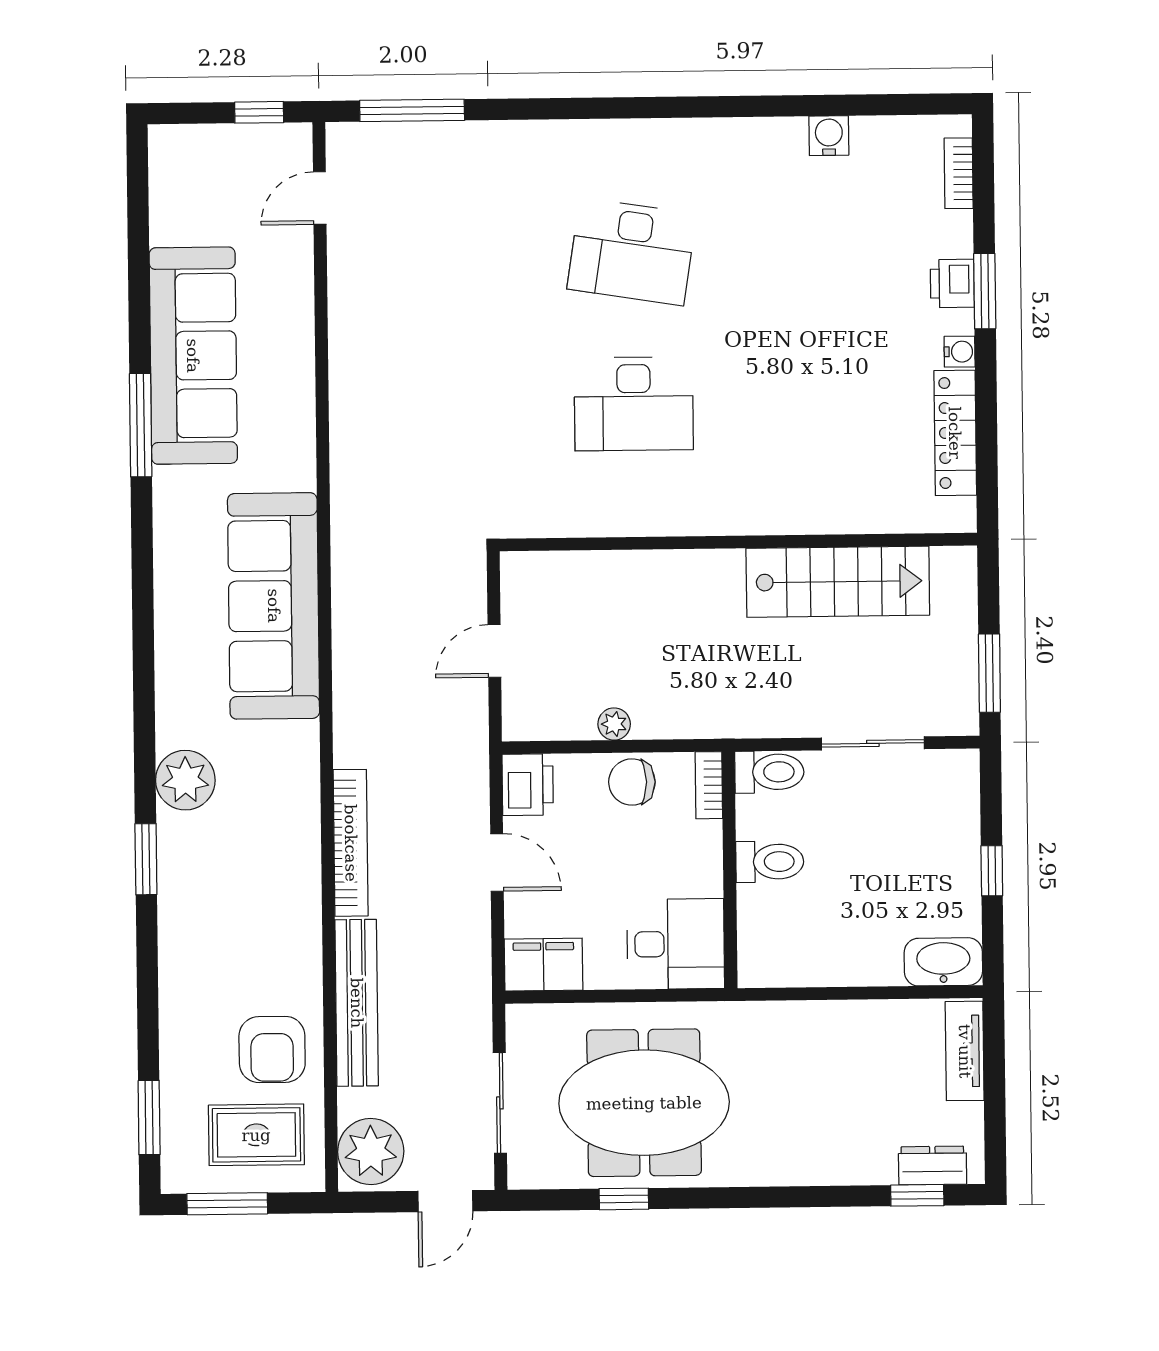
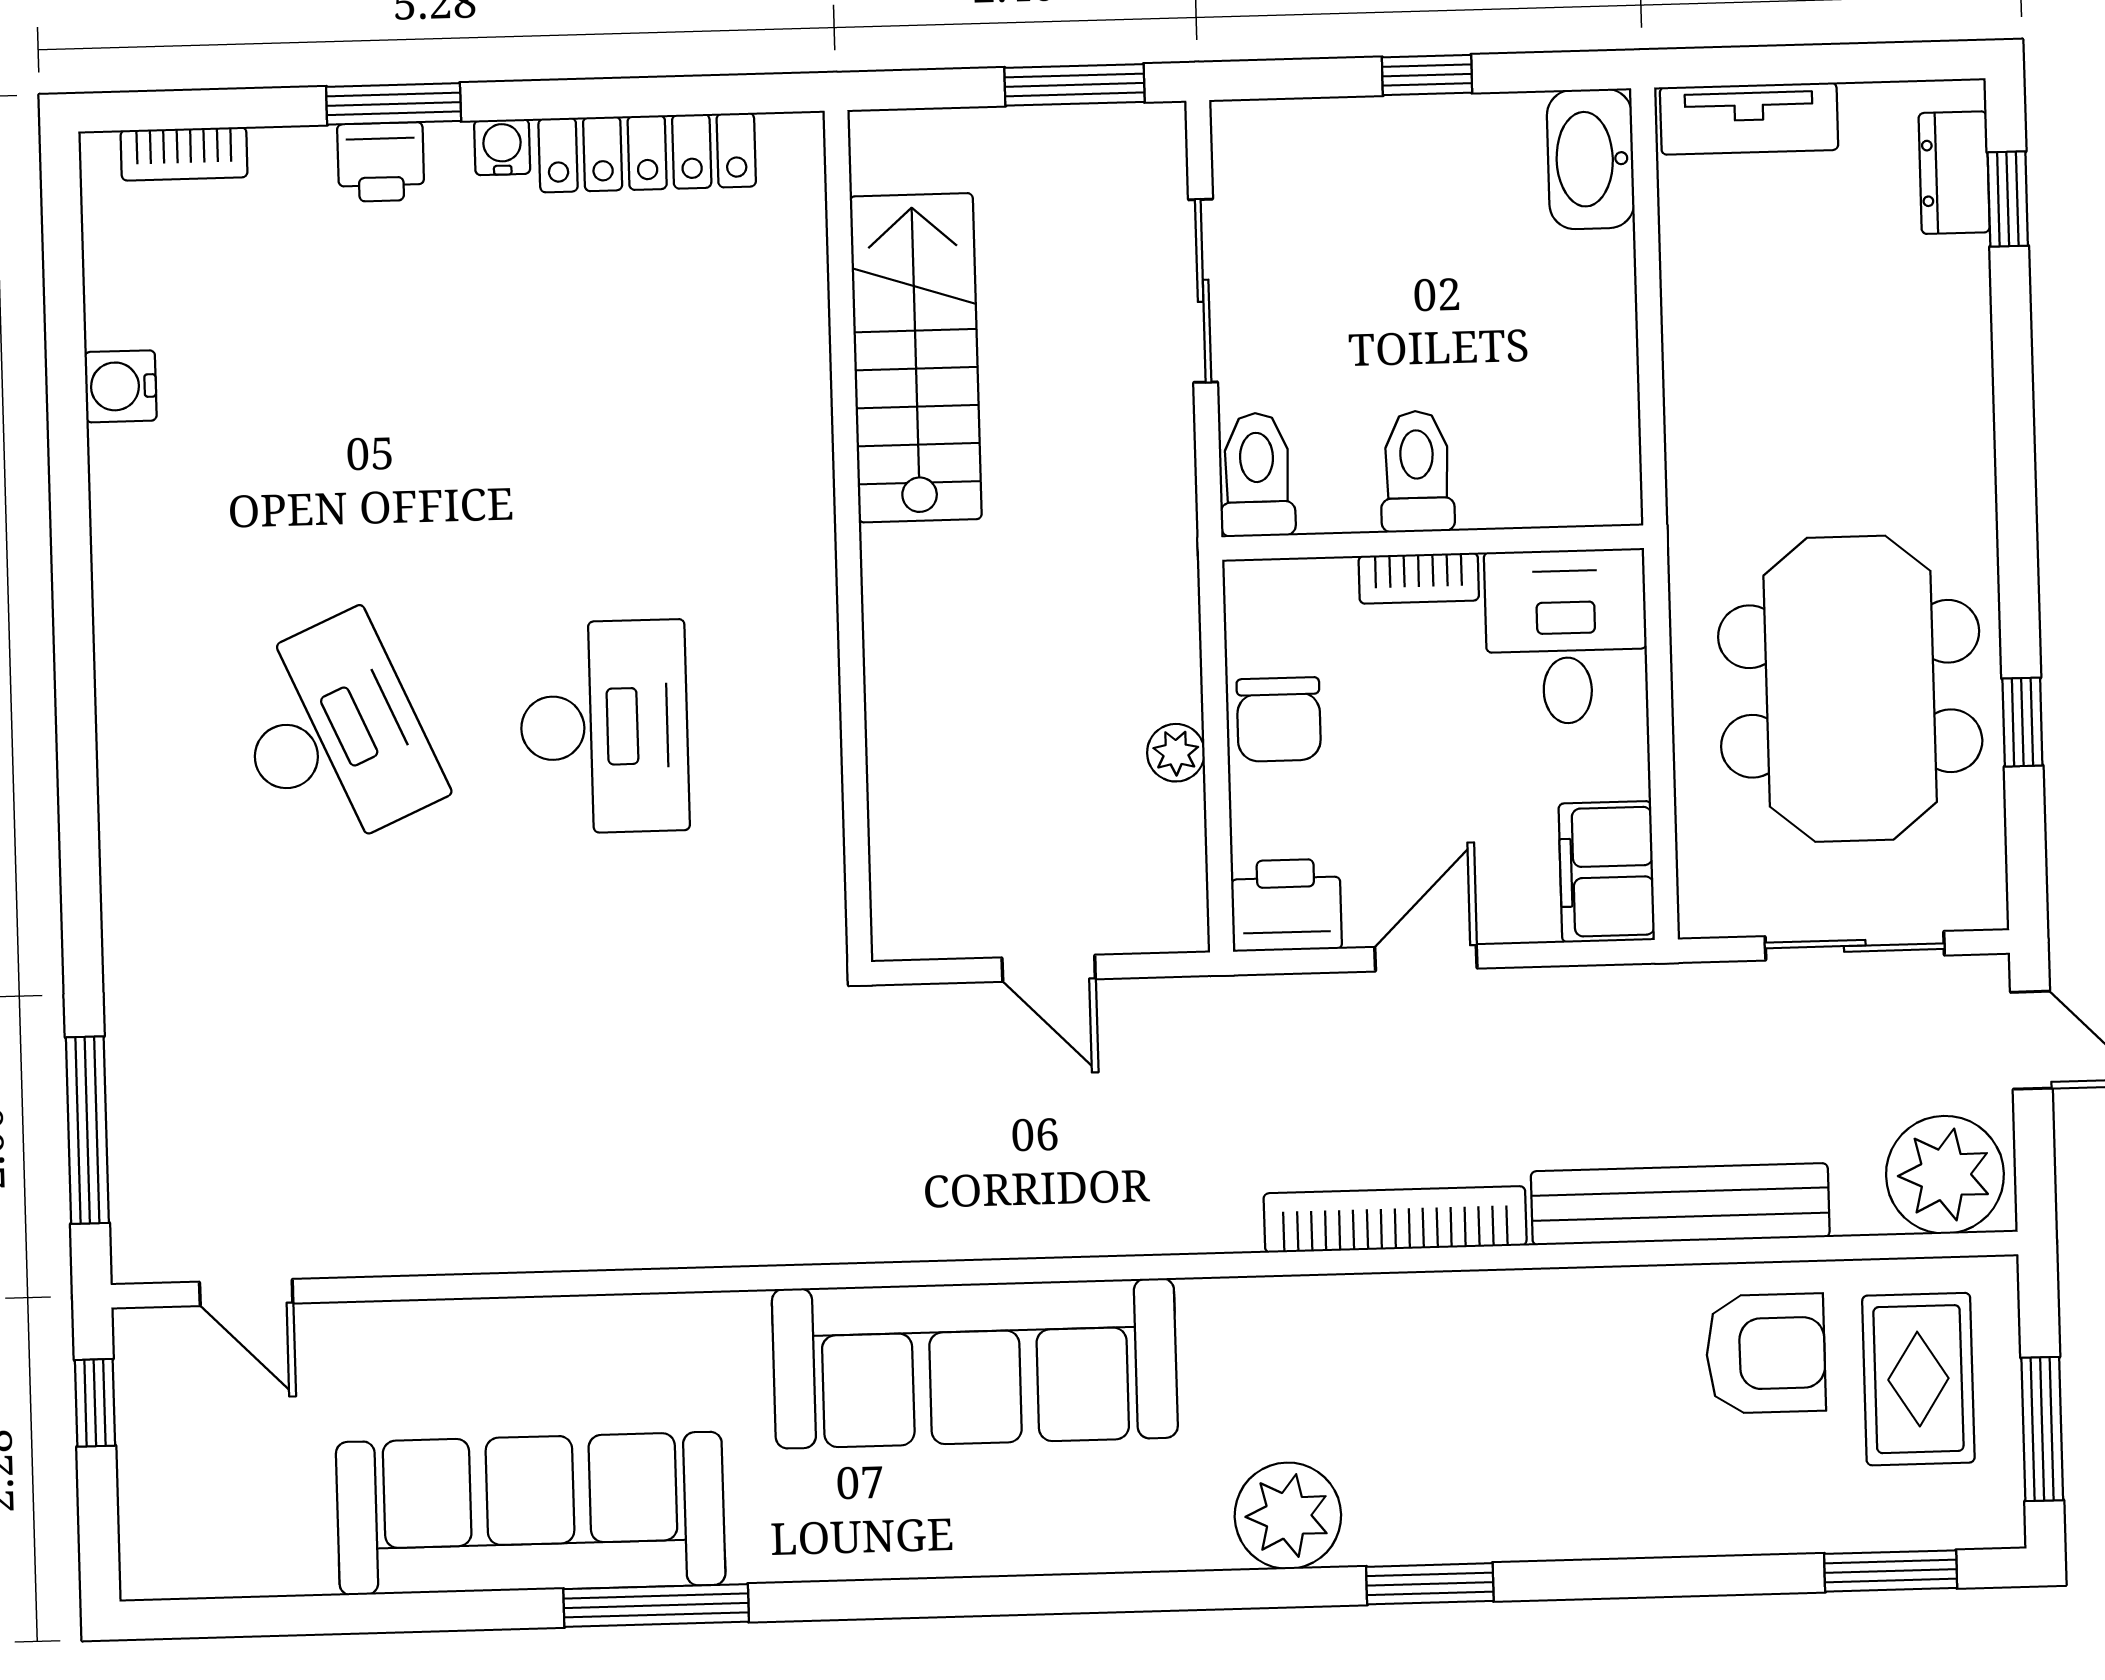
desk: (632, 252) -> (333, 734), turned -33
bookcase: (709, 785) -> (1419, 578), moved

